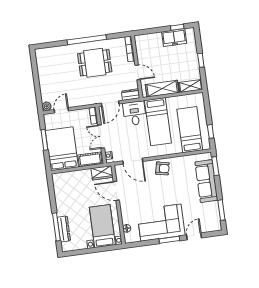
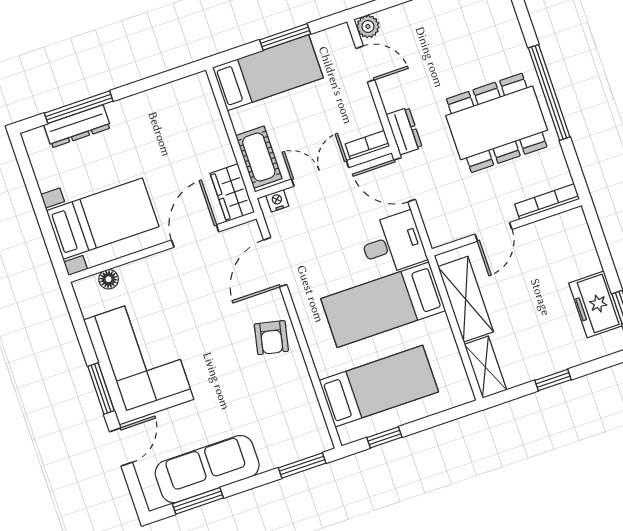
dining table: (95, 63) -> (497, 123), width x1.37
dresser: (131, 95) -> (404, 131), moved
bed: (62, 149) -> (268, 73), width x0.67
sofa: (206, 181) -> (207, 469), moved
door: (194, 236) -> (121, 447), hinge flipped

